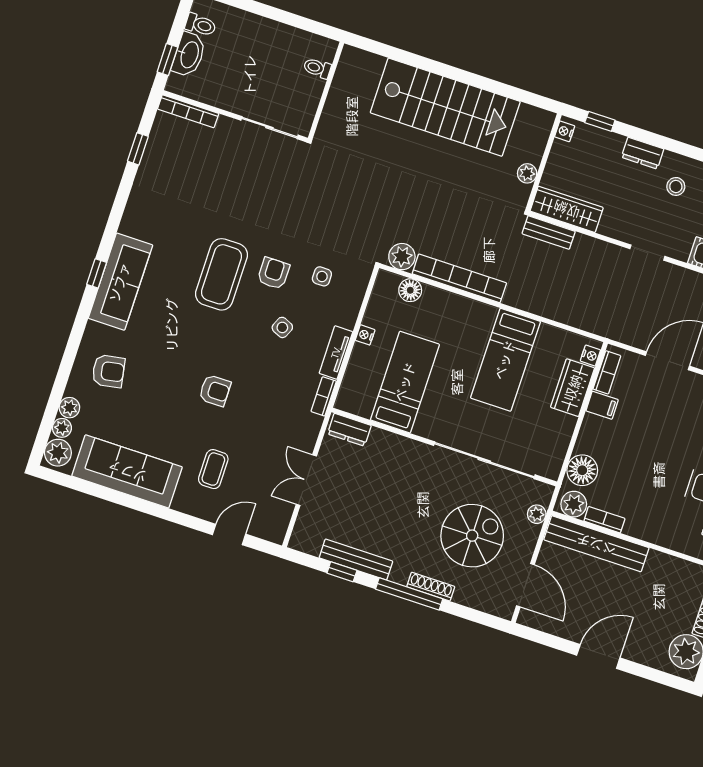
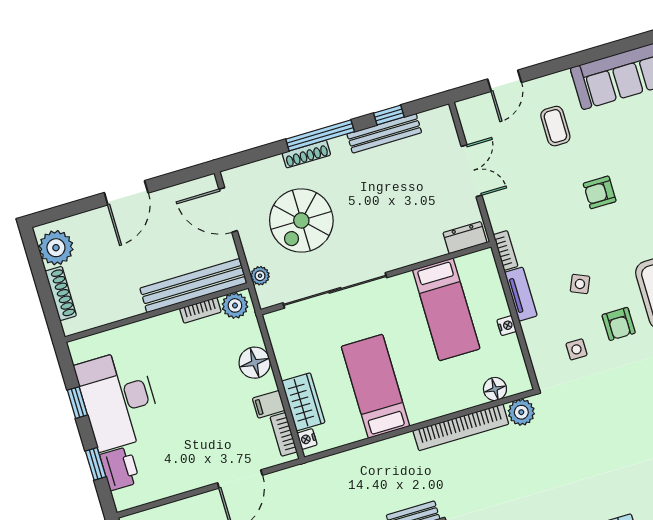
floor lamp: (582, 470) -> (255, 363), moved

